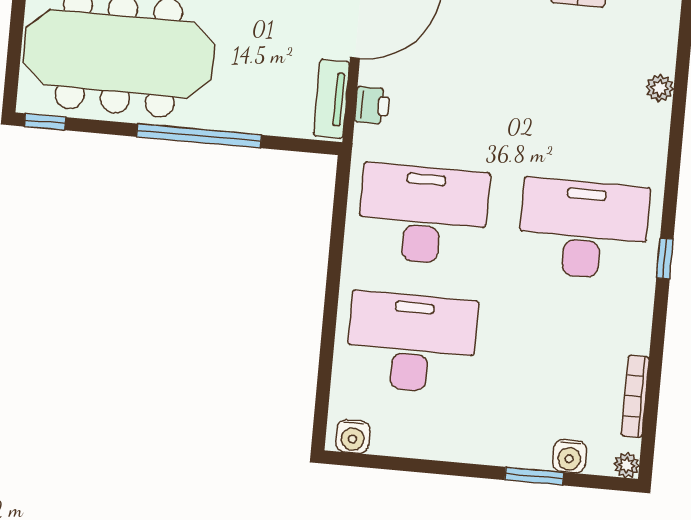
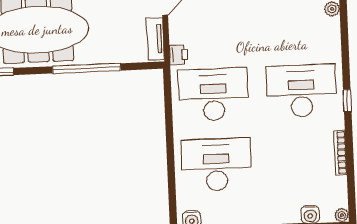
printer: (372, 105) -> (179, 55), moved
bookcase: (635, 396) -> (340, 153), moved

